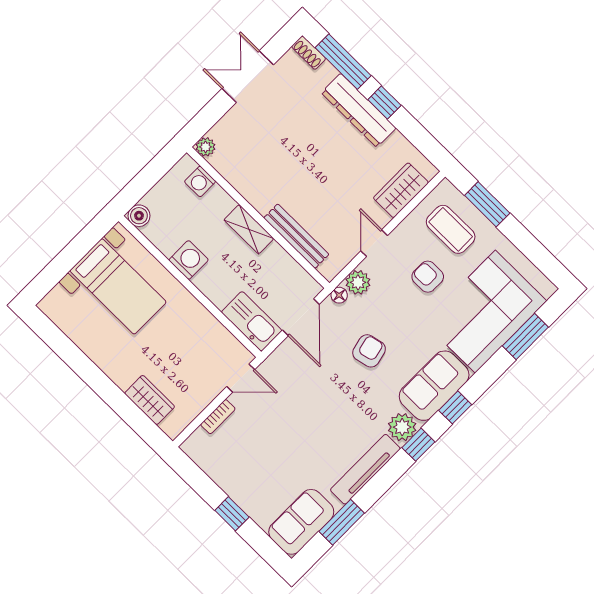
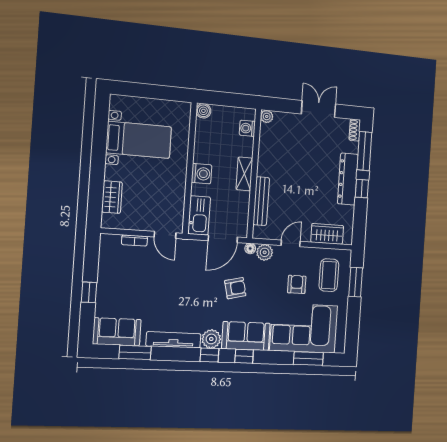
washing machine: (189, 260) -> (201, 174), moved
bed with nightstands: (118, 286) -> (139, 140), moved, turned -90

